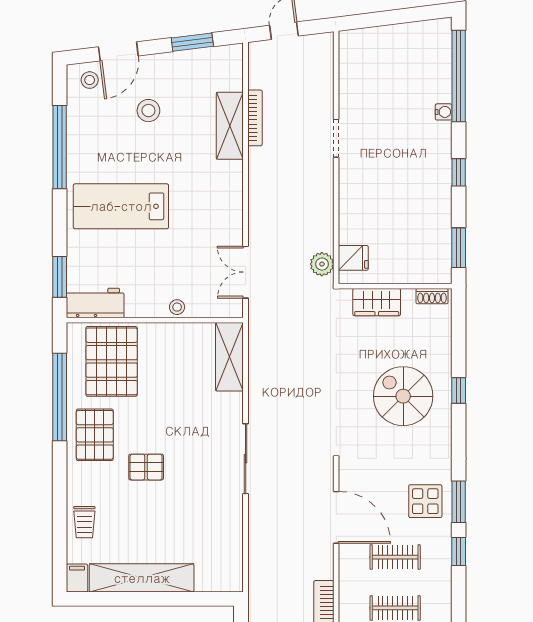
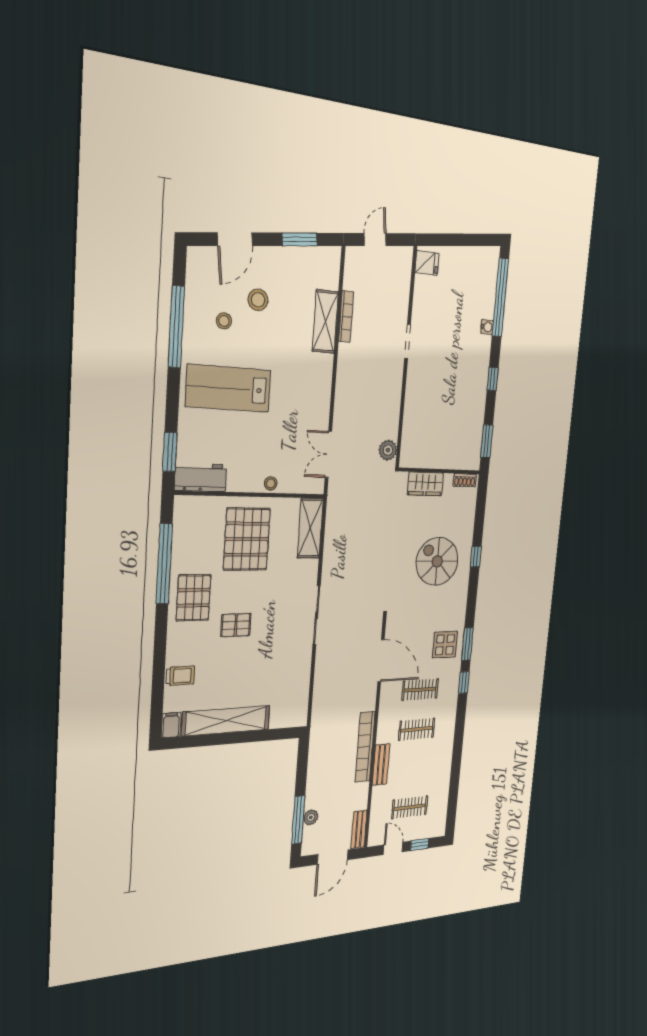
stool: (90, 80) -> (224, 321), moved
fridge: (353, 258) -> (427, 263), moved
pallet: (112, 361) -> (247, 539), moved
trolley: (84, 522) -> (180, 676), turned -90

